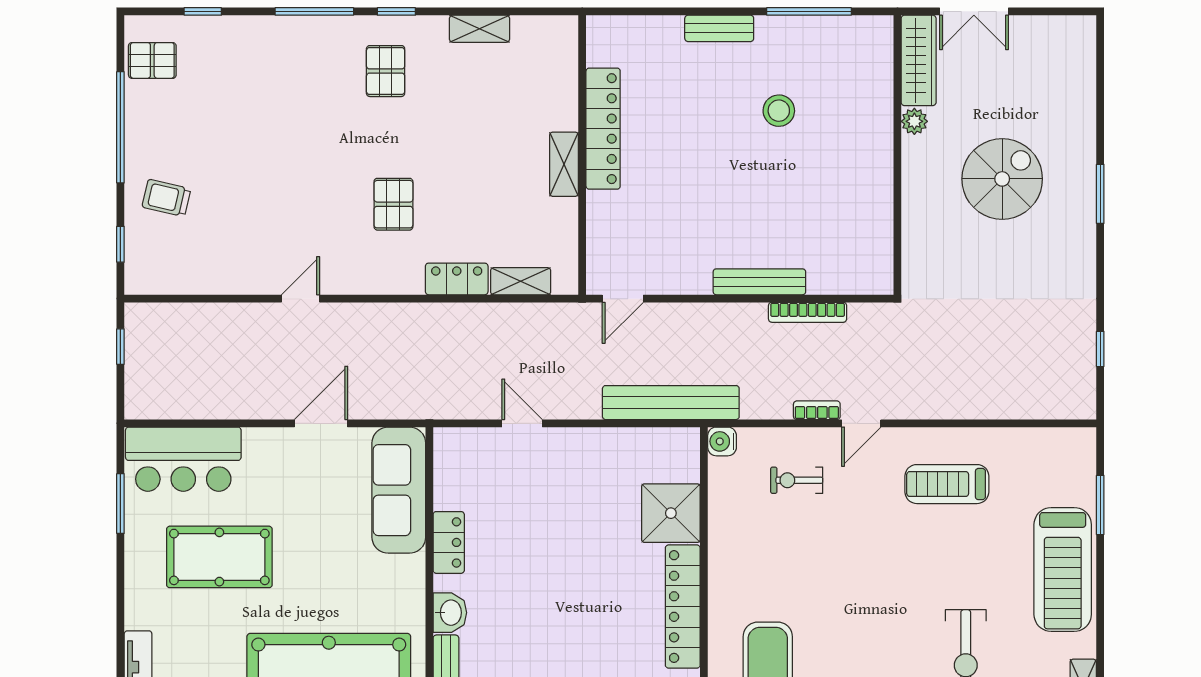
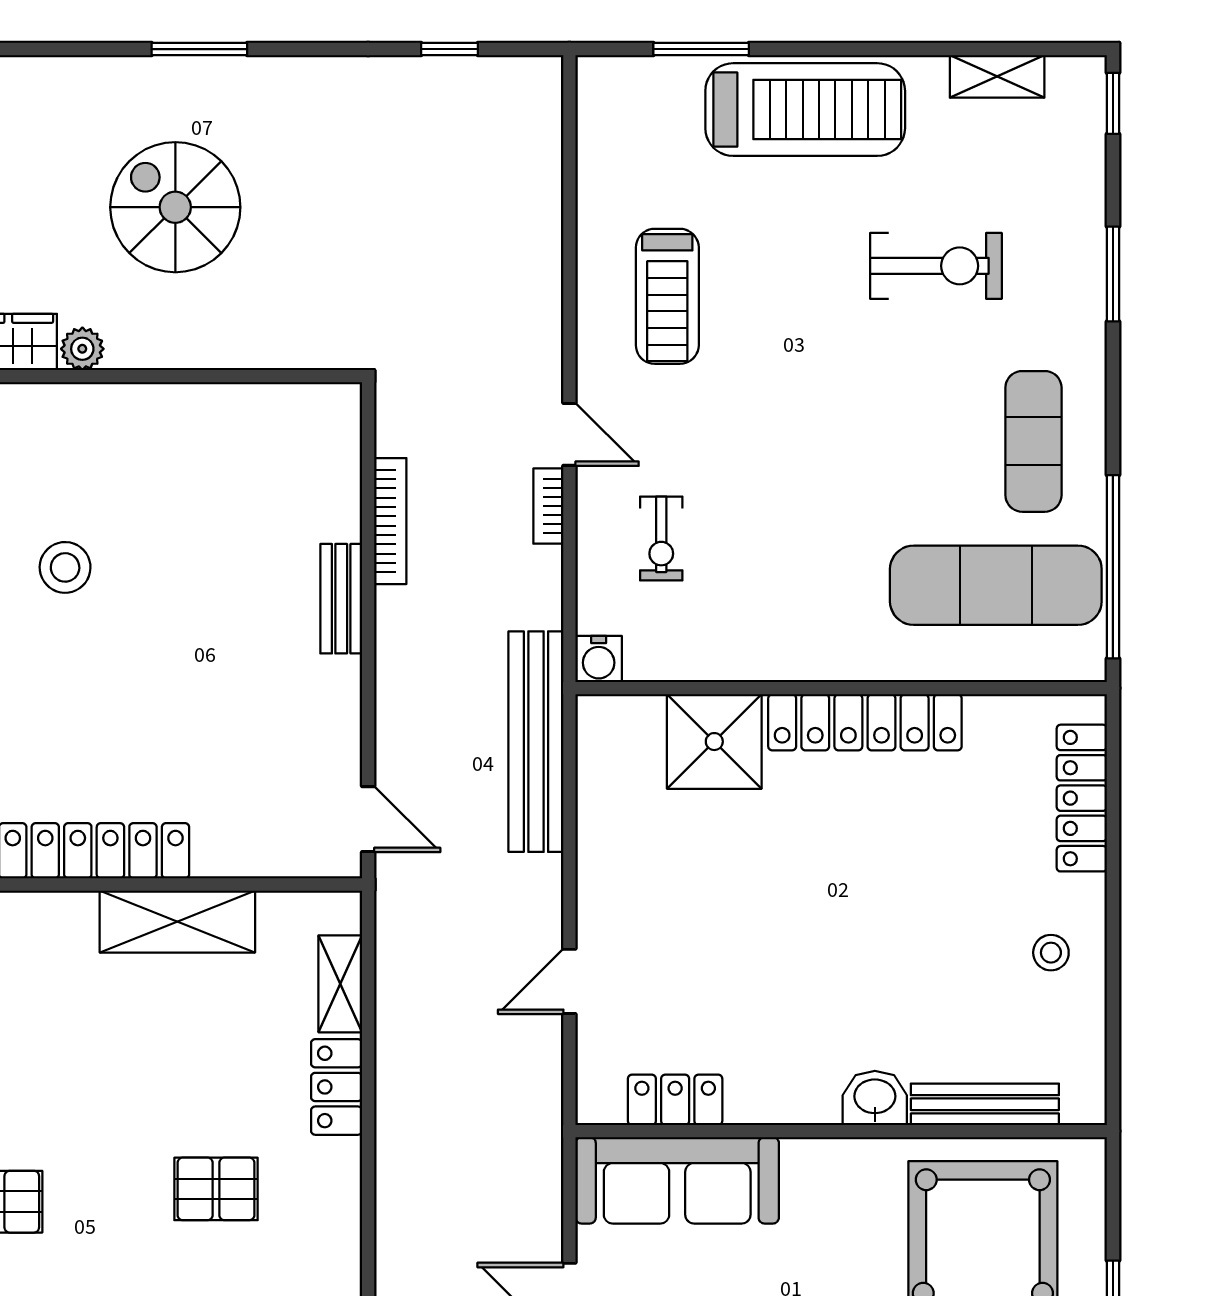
shelving: (564, 164) -> (177, 922), width x1.50, depth x1.33
bench: (759, 282) -> (341, 599), width x0.73
locker: (449, 542) -> (675, 1100), moved

